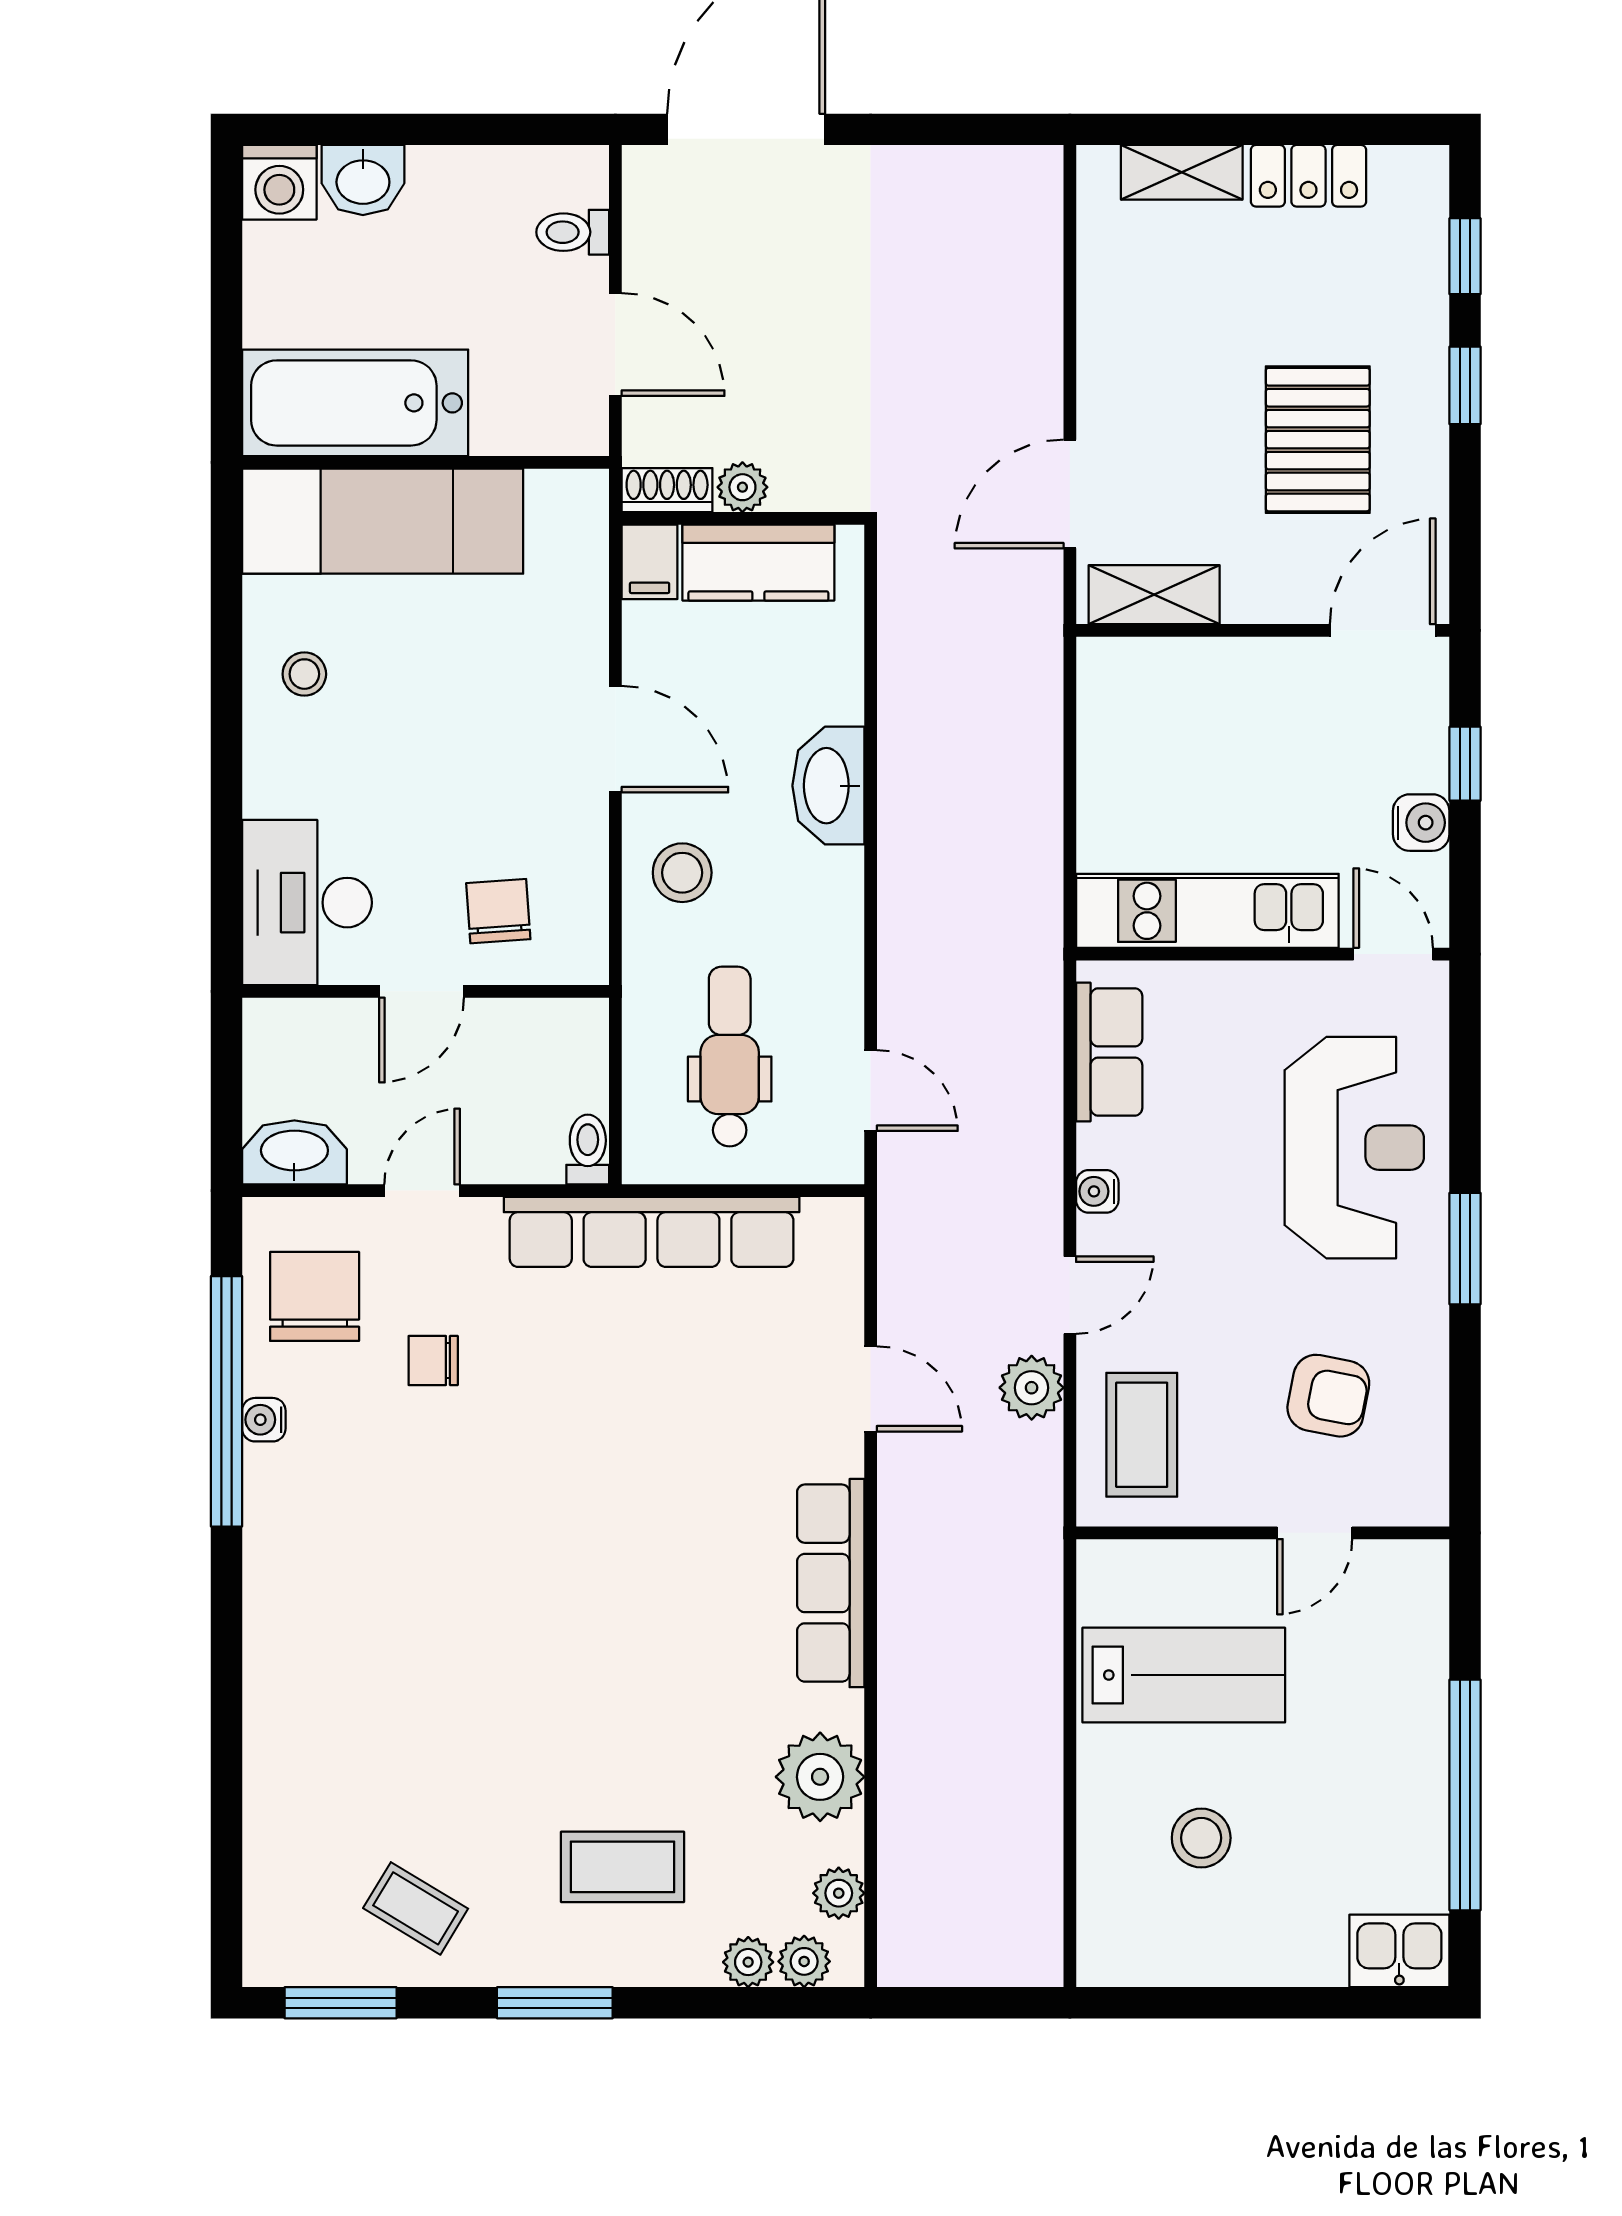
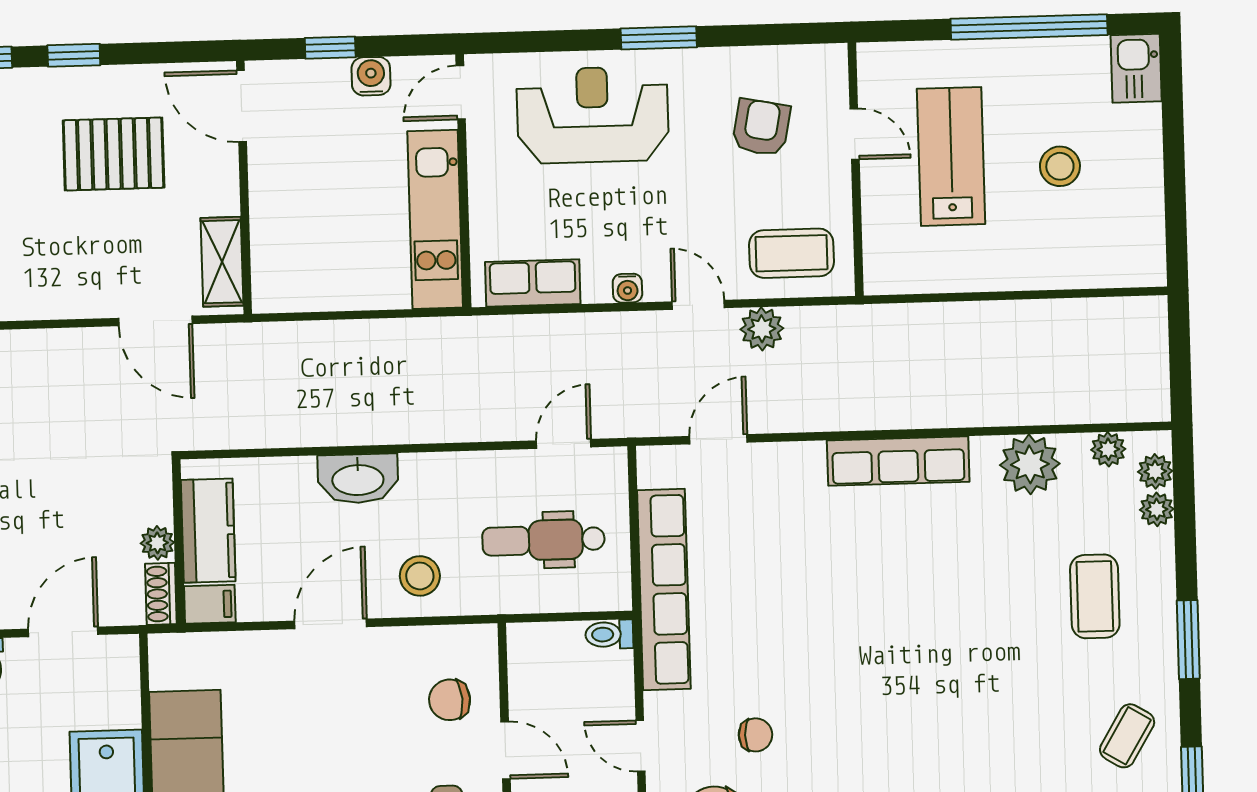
chair: (433, 1360) -> (755, 735), turned -90
door: (871, 1389) -> (718, 439), moved
lab bench: (1184, 1675) -> (951, 156), moved
stool: (1201, 1838) -> (1060, 166), moved

